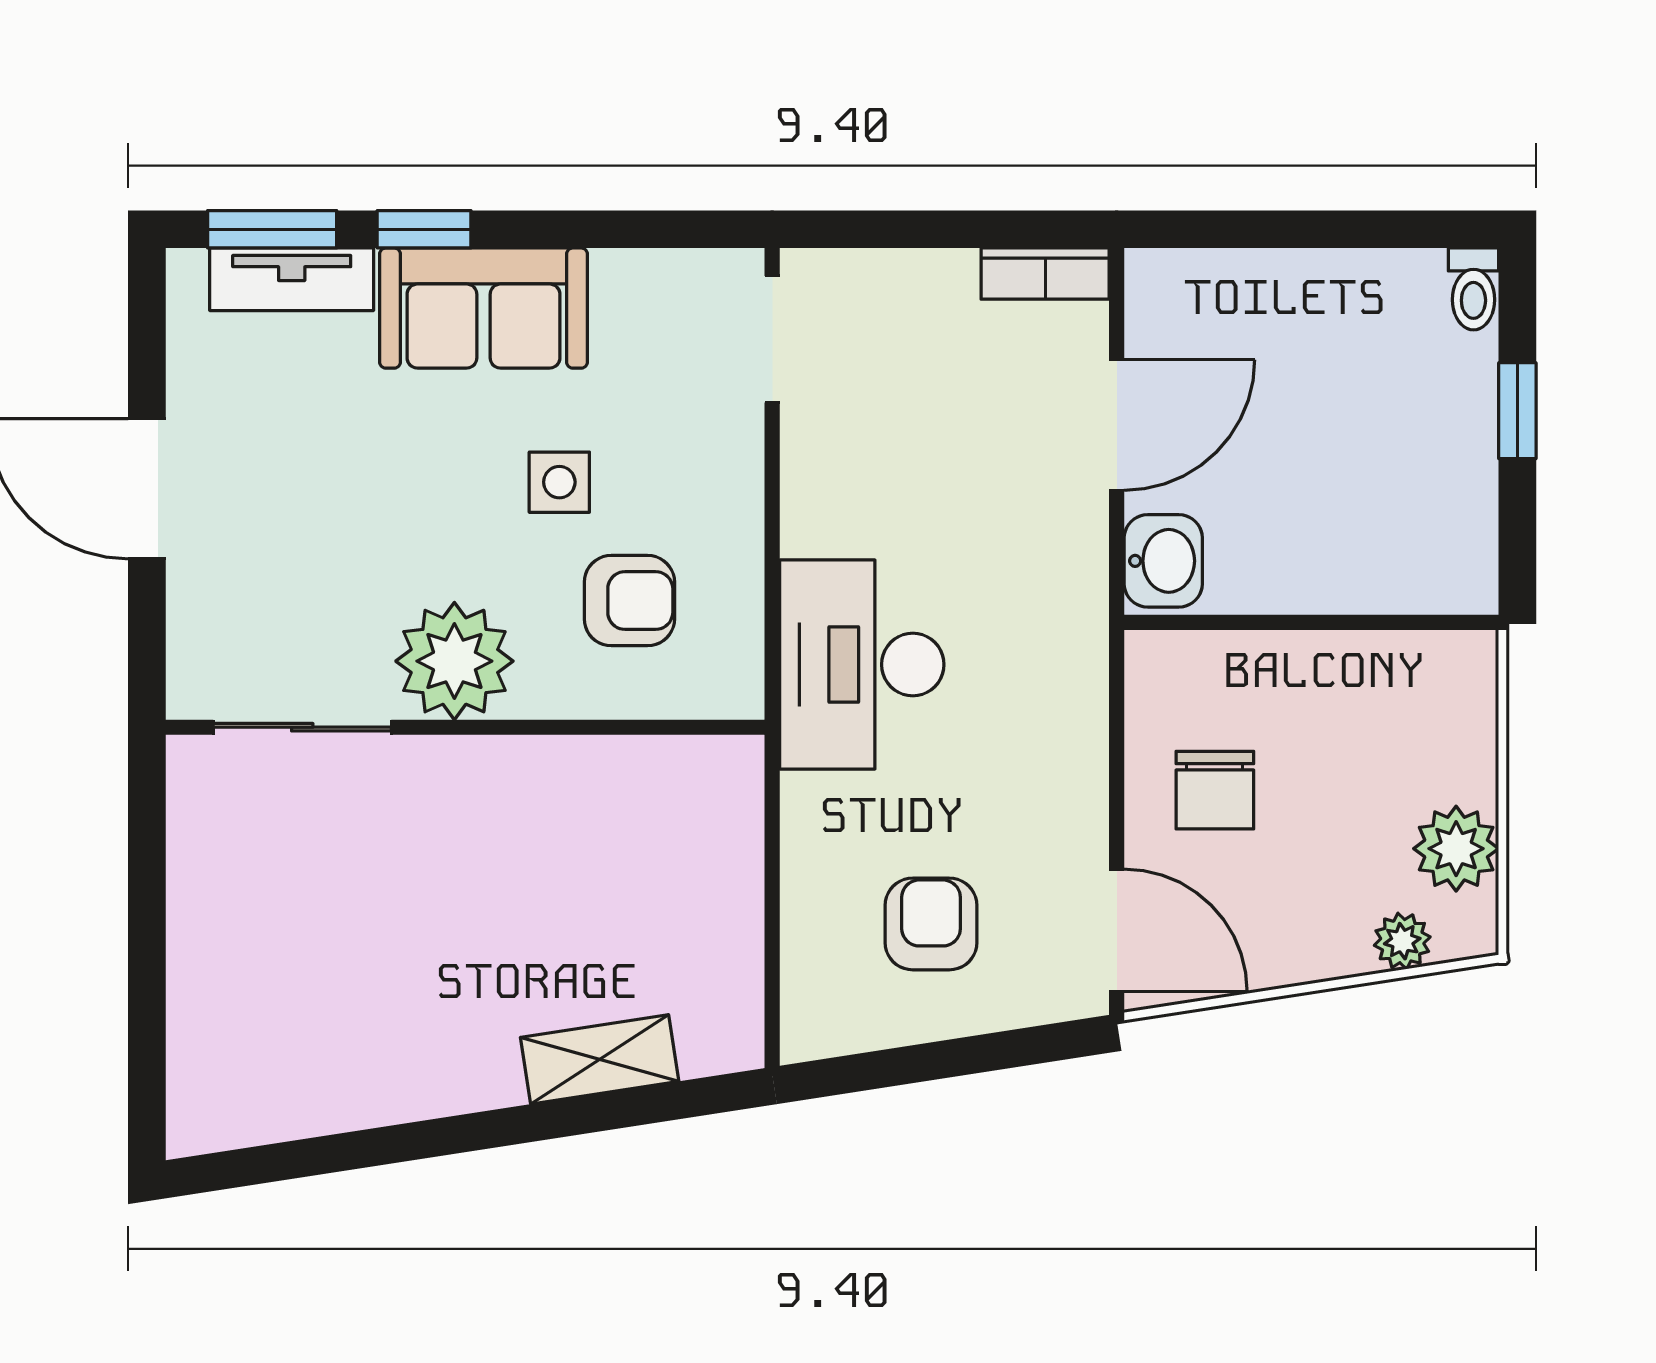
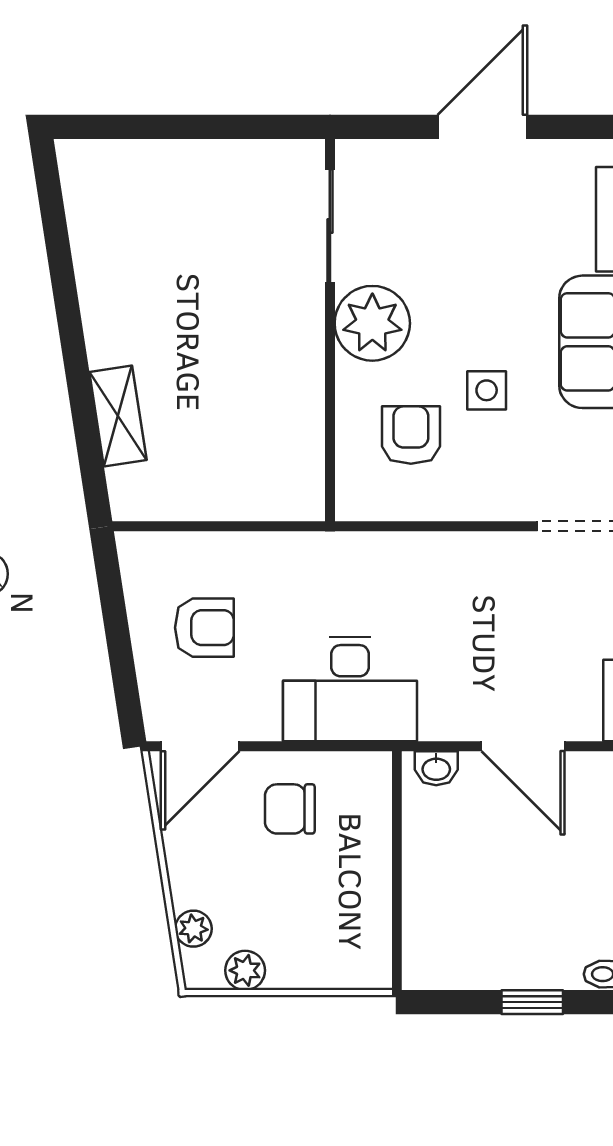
washbasin: (1163, 561) -> (436, 768), width x0.72, depth x0.69
armchair: (629, 601) -> (411, 435), turned 180
desk: (862, 665) -> (350, 689), moved, turned 180
plant: (1456, 849) -> (245, 970), width x0.73, depth x0.73

